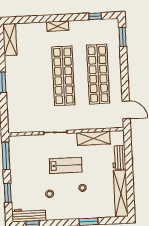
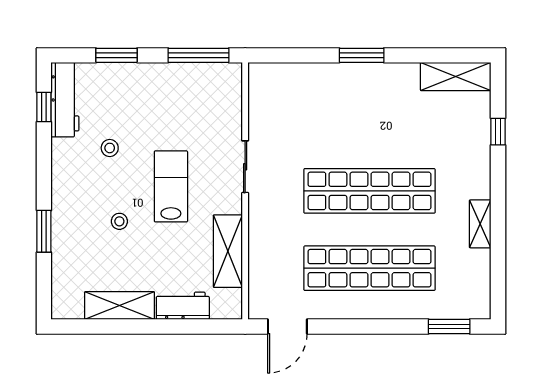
window: (95, 16) -> (498, 132), moved
shelving: (58, 26) -> (480, 224), moved
lab bench: (66, 165) -> (171, 186), turned 180
shelving: (121, 193) -> (120, 305), width x0.68

